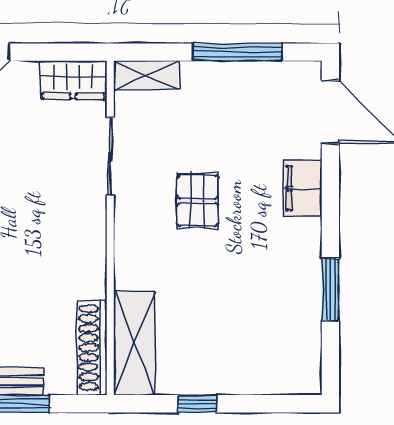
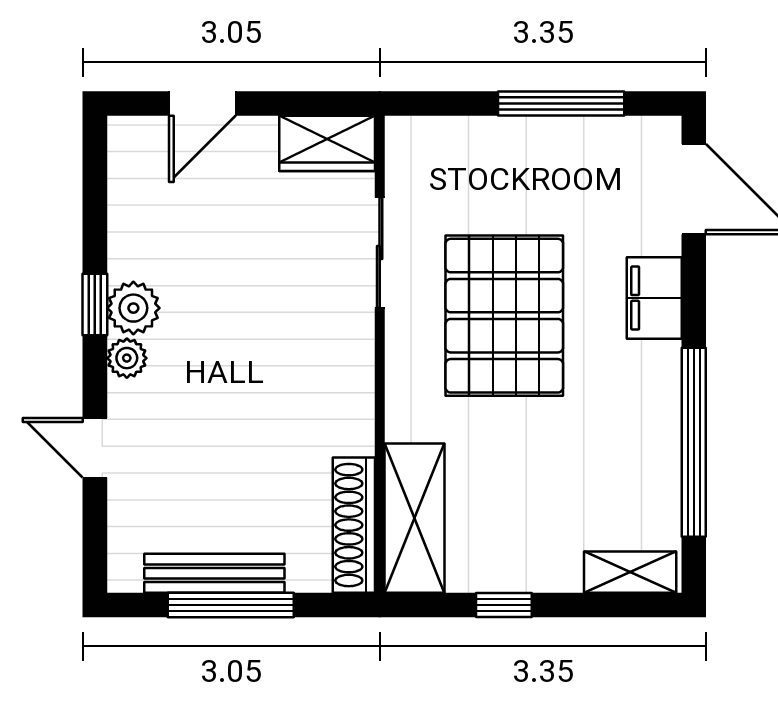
shelving: (146, 75) -> (630, 572), moved
pallet: (198, 201) -> (504, 316), width x2.05, depth x2.00
window: (330, 290) -> (694, 442), width x2.11

